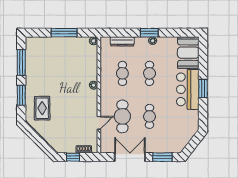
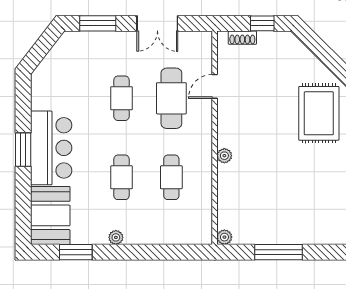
window: (149, 33) -> (76, 252), moved
dresser: (122, 41) -> (172, 236), removed
rug: (42, 108) -> (319, 113), width x1.36, depth x1.43
double door: (130, 157) -> (157, 23), width x0.73

